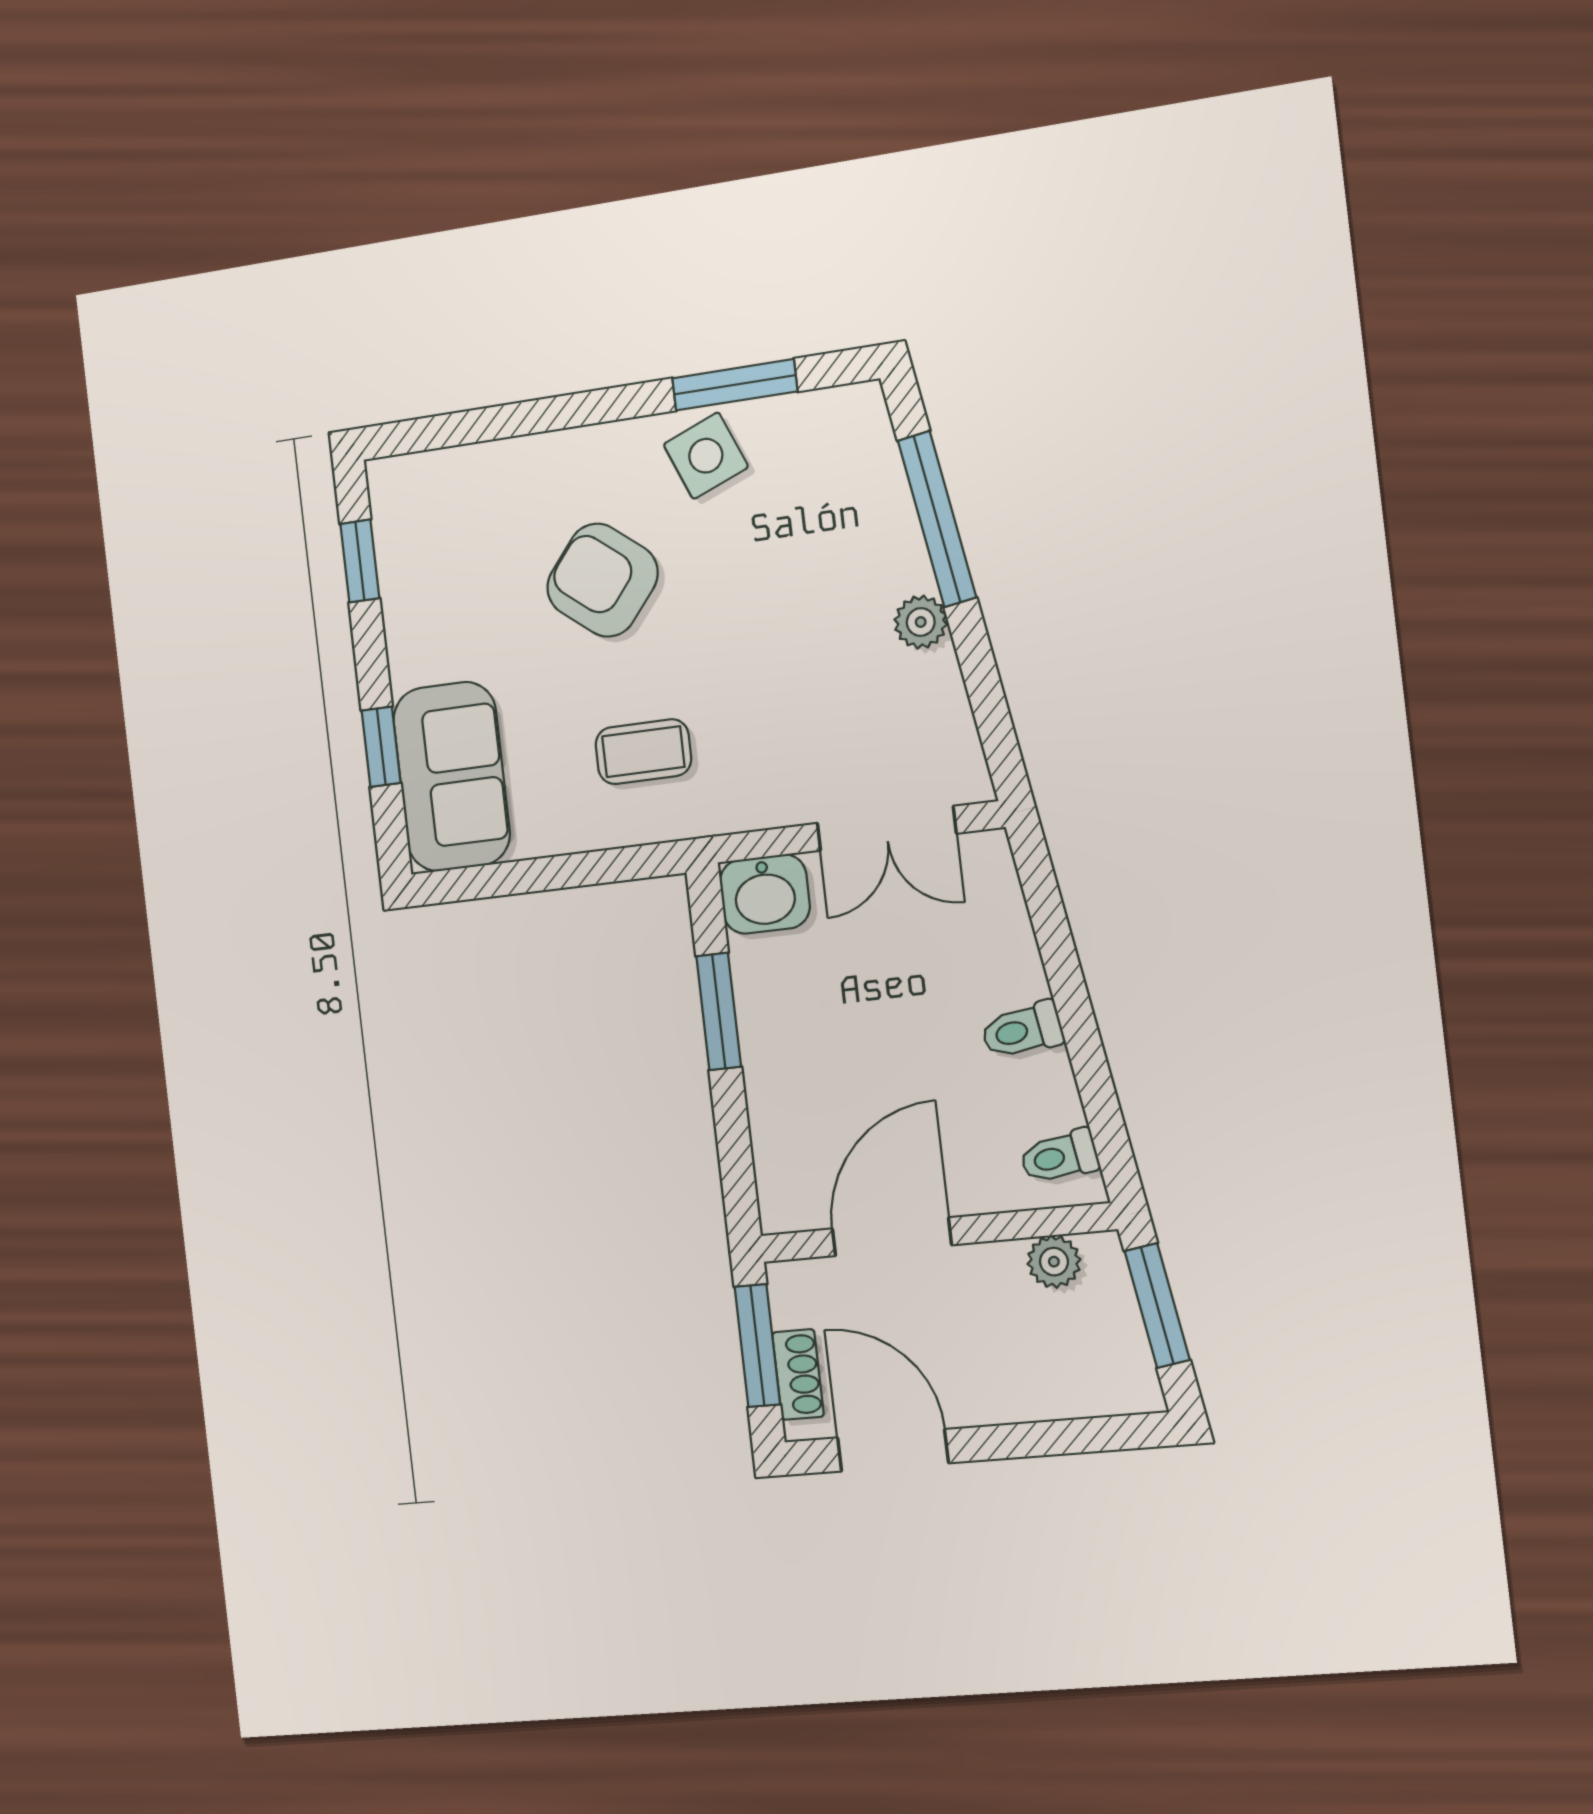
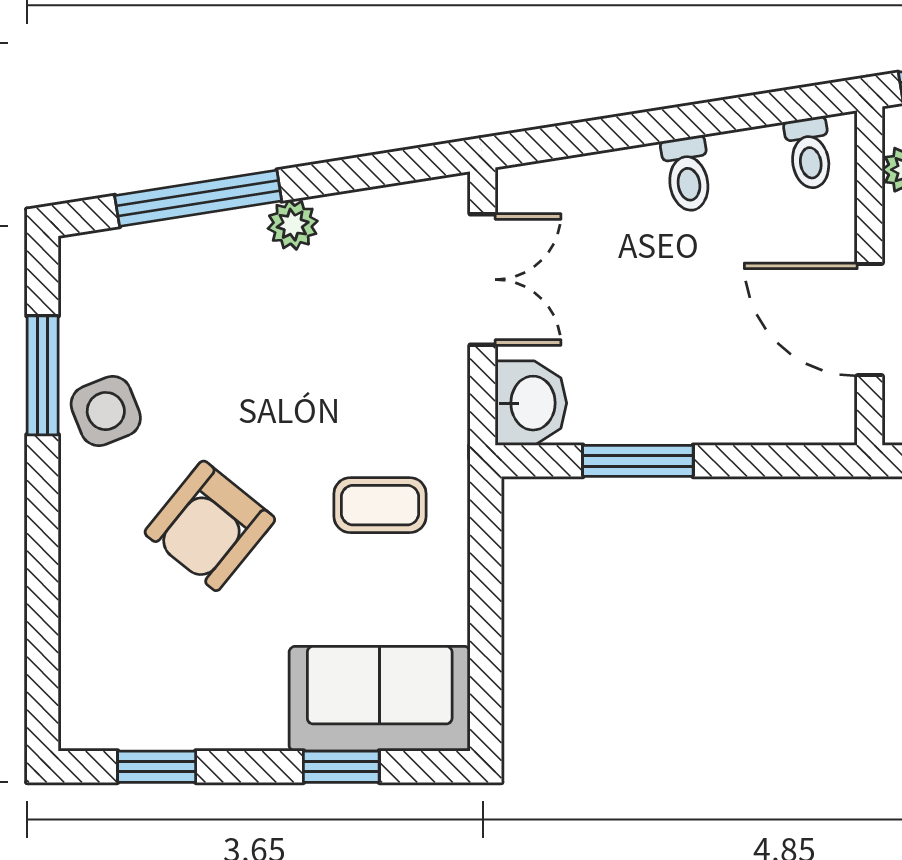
coffee table: (643, 752) -> (380, 505), turned 90

